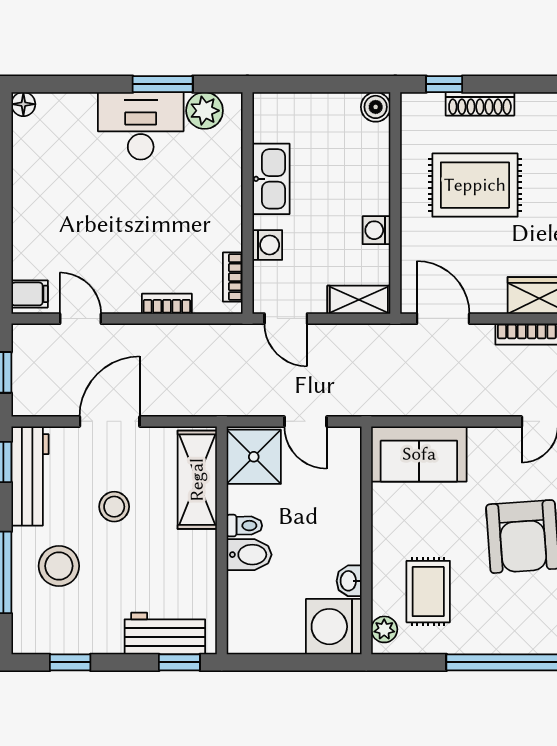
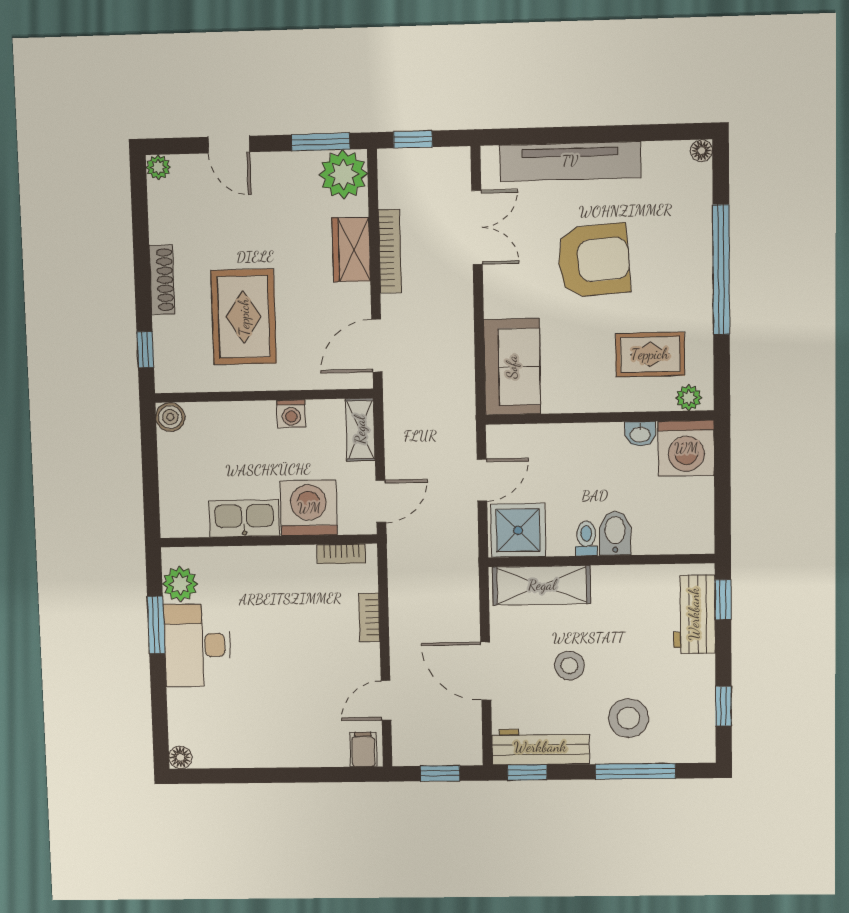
shoe rack: (480, 104) -> (162, 280), moved
washing machine: (267, 245) -> (309, 508), width x1.89, depth x1.89

